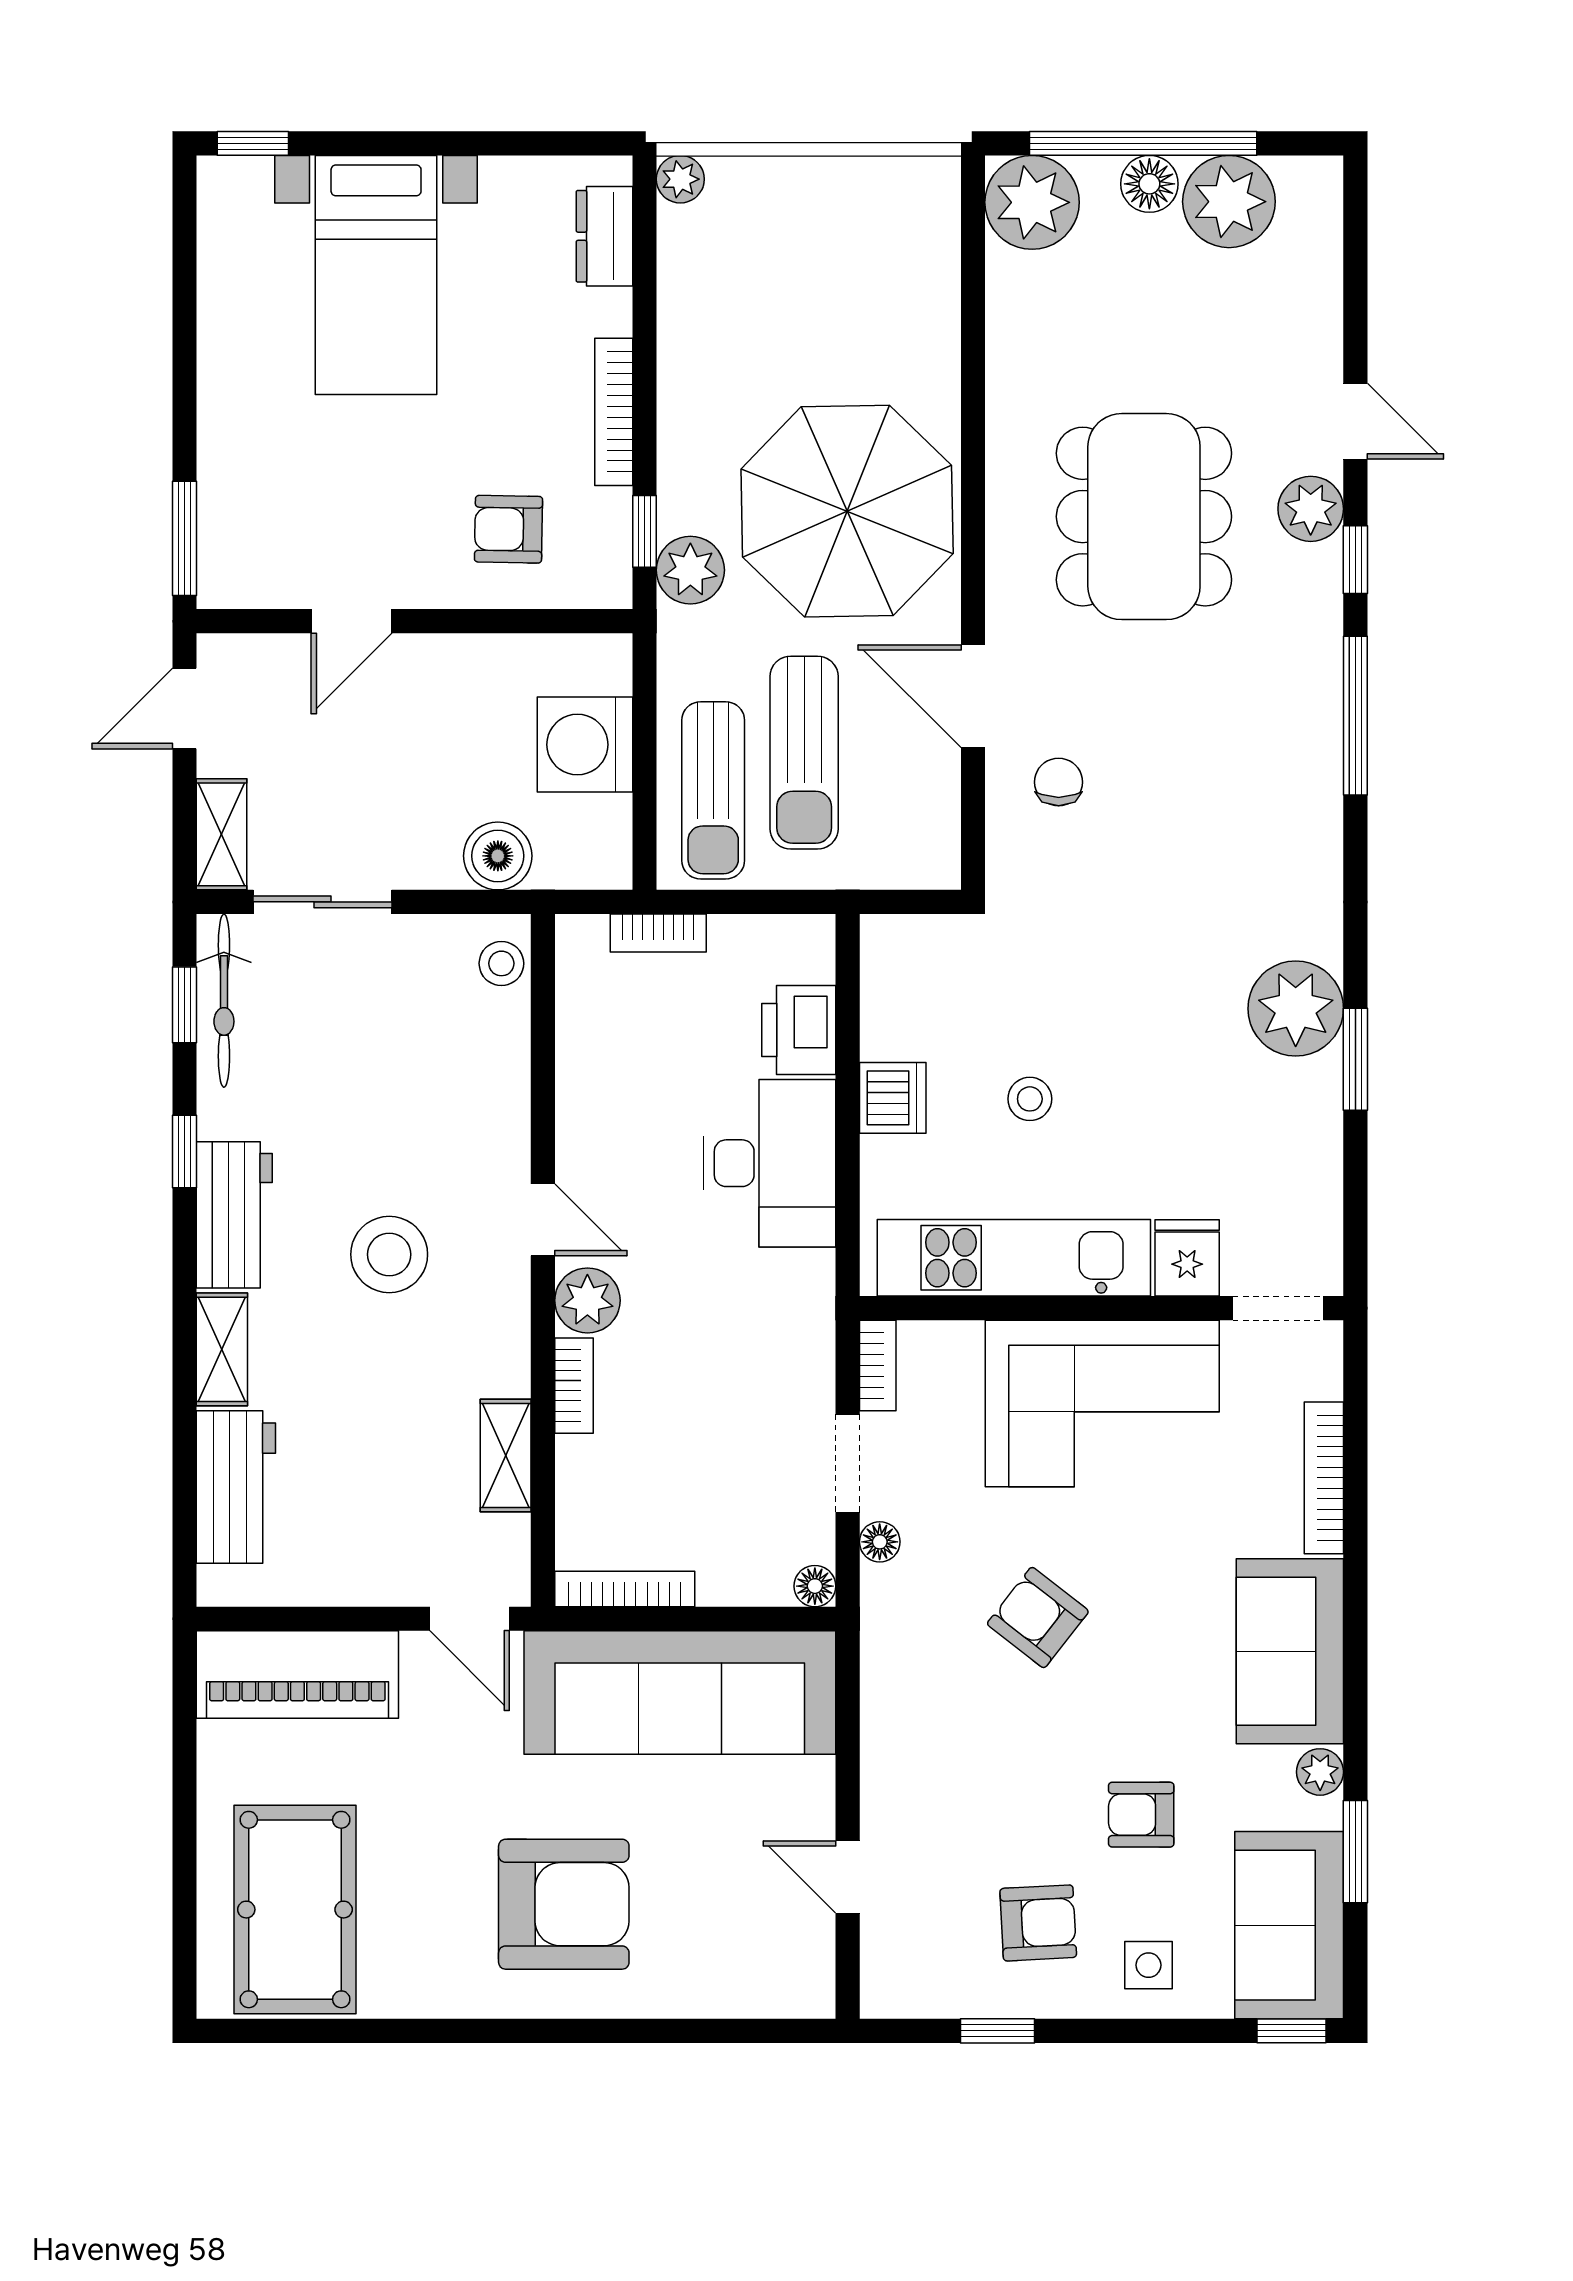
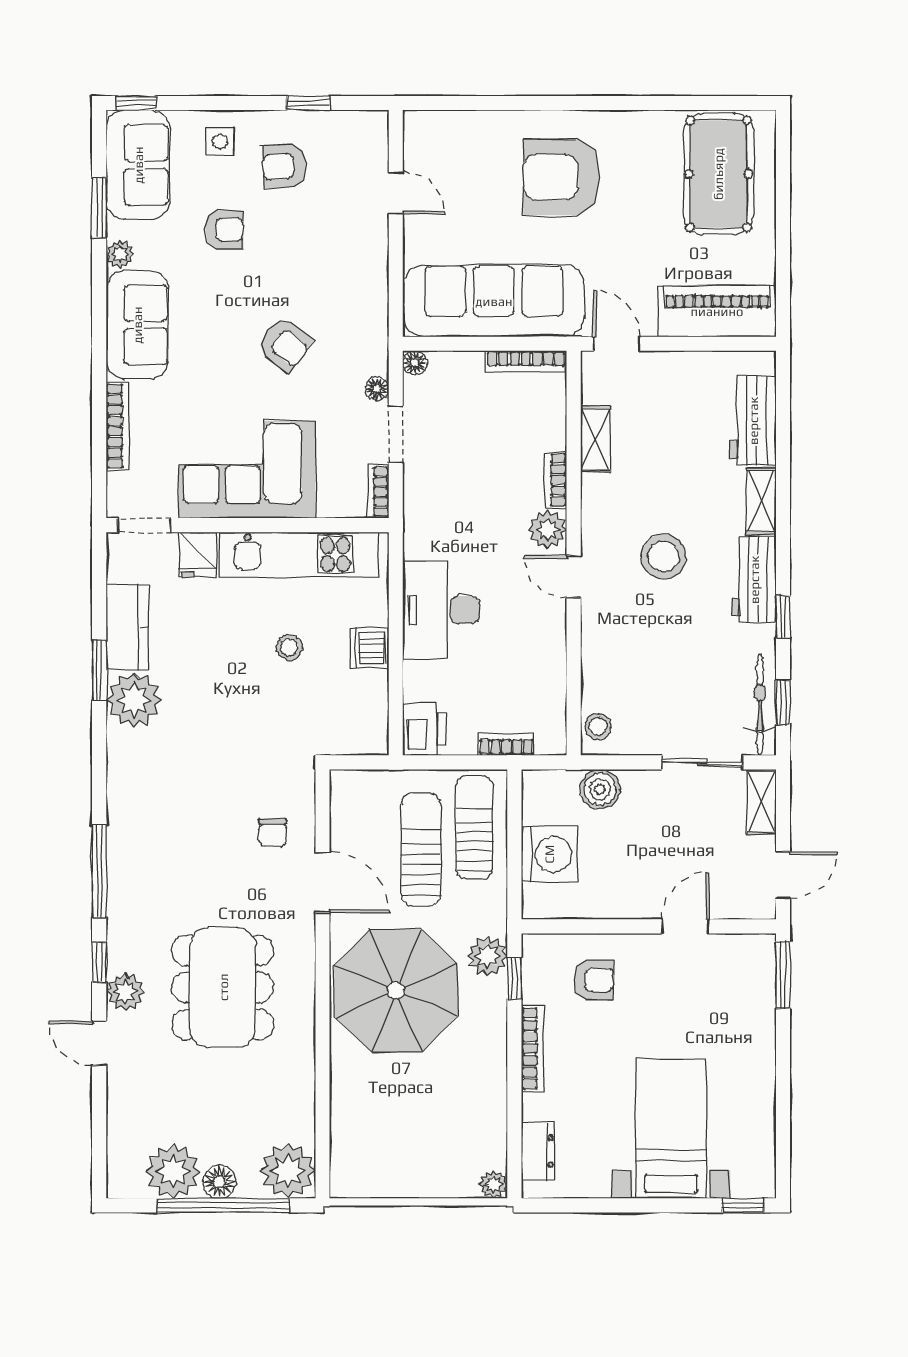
printer: (799, 1030) -> (424, 729), moved
kitchen counter: (1307, 1133) -> (127, 627), added

